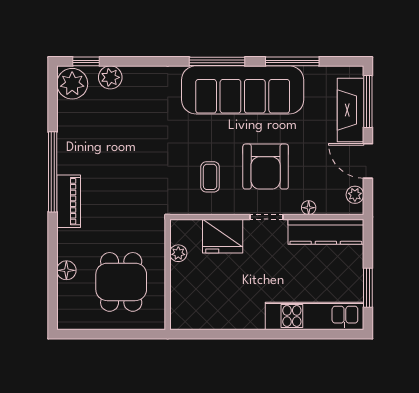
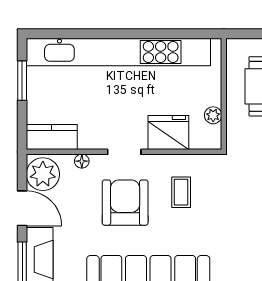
plant: (355, 195) -> (43, 174), width x1.87, depth x1.87
kitchen counter: (326, 232) -> (52, 137), width x0.67
kitchen unit: (315, 316) -> (118, 52), width x1.86

